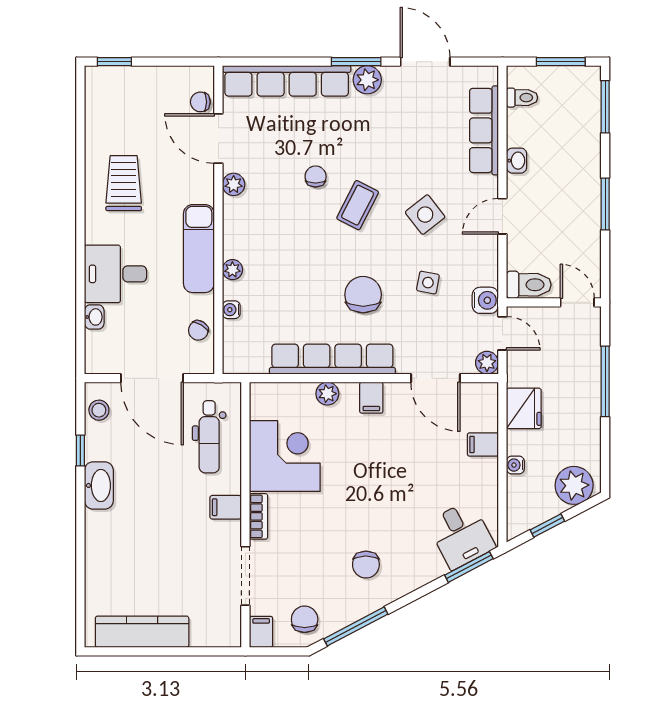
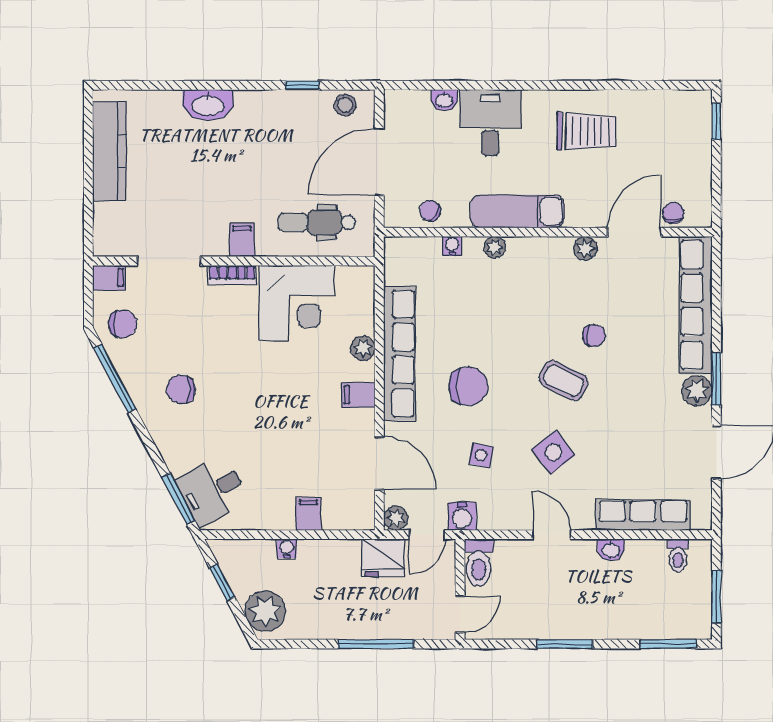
door: (435, 378) -> (379, 463), swing flipped
fridge: (524, 408) -> (383, 557), moved
washbasin: (99, 485) -> (208, 105), moved

